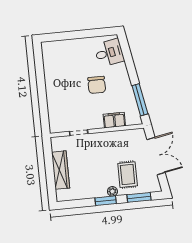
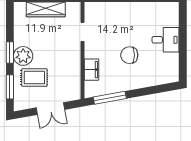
desk: (109, 53) -> (166, 40), moved, turned -80
double door: (156, 156) -> (50, 109), width x0.73
plant: (112, 191) -> (23, 56), width x1.87, depth x1.87

